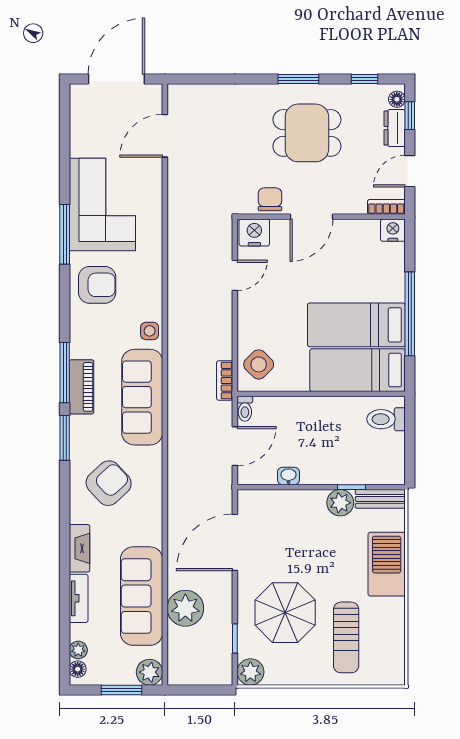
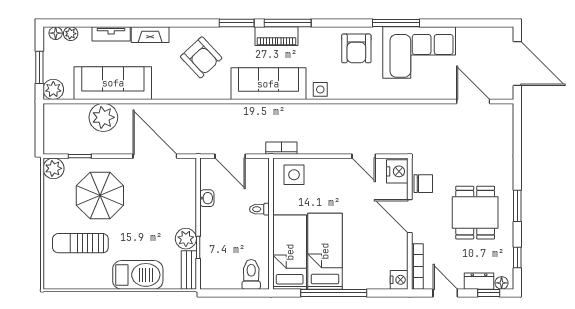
bookcase: (386, 207) -> (417, 266), width x1.56
side table: (259, 364) -> (294, 175), turned 45
toilet: (245, 409) -> (259, 209), moved

